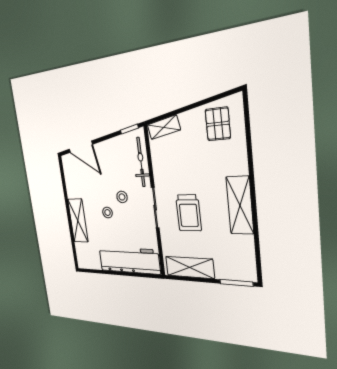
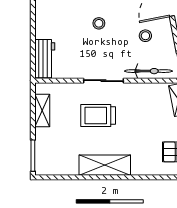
stool: (122, 197) -> (145, 36), moved
workbench: (129, 260) -> (45, 59), width x0.53, depth x0.76
shelving: (190, 267) -> (42, 111), width x0.67, depth x0.75

